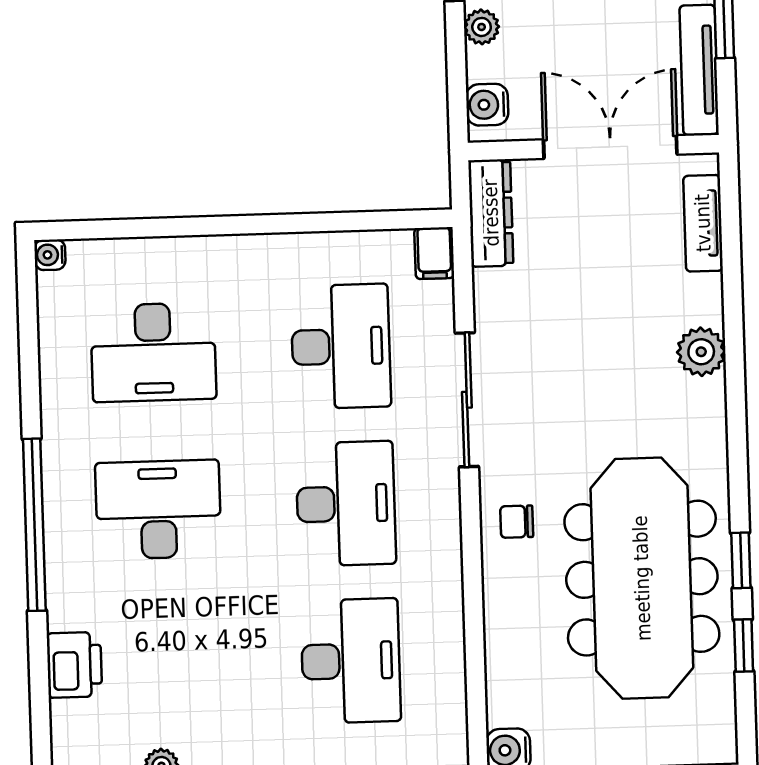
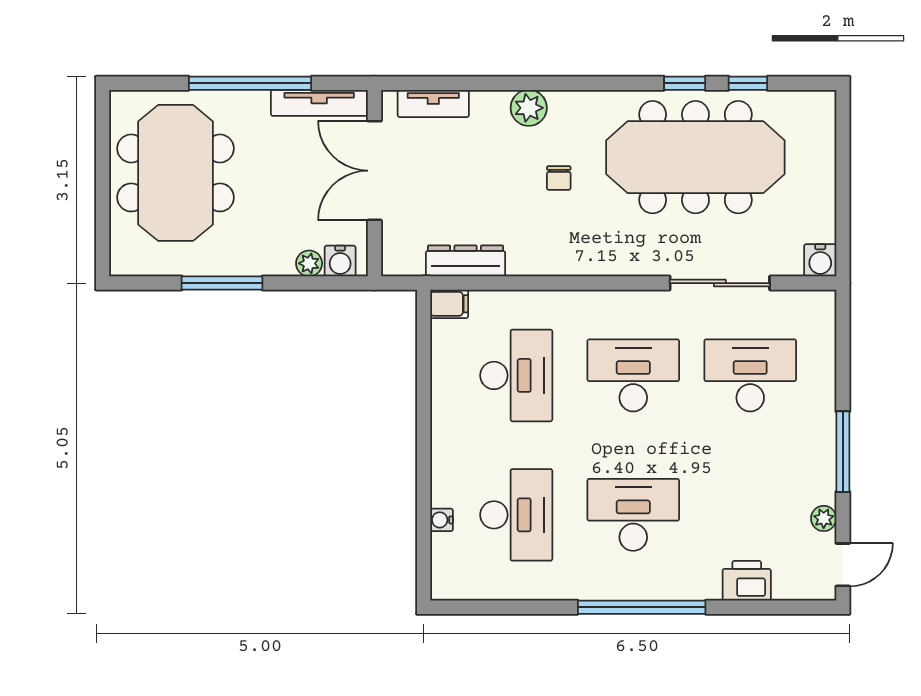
plant: (482, 27) -> (309, 263), moved
dresser: (491, 213) -> (466, 261), moved
water cooler: (50, 255) -> (441, 520), moved, turned 90
desk: (341, 346) -> (516, 375), turned 90
sliding door: (467, 400) -> (720, 283), moved
desk: (158, 510) -> (633, 515), turned 90
chair: (517, 522) -> (559, 178), moved

